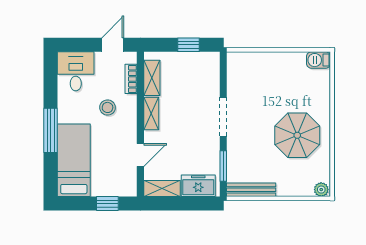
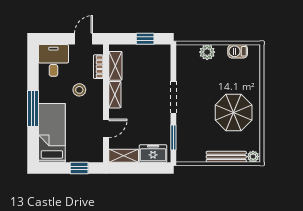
barbecue: (318, 60) -> (238, 51), moved
plant: (265, 61) -> (207, 52), added
bench: (251, 190) -> (226, 157), moved

